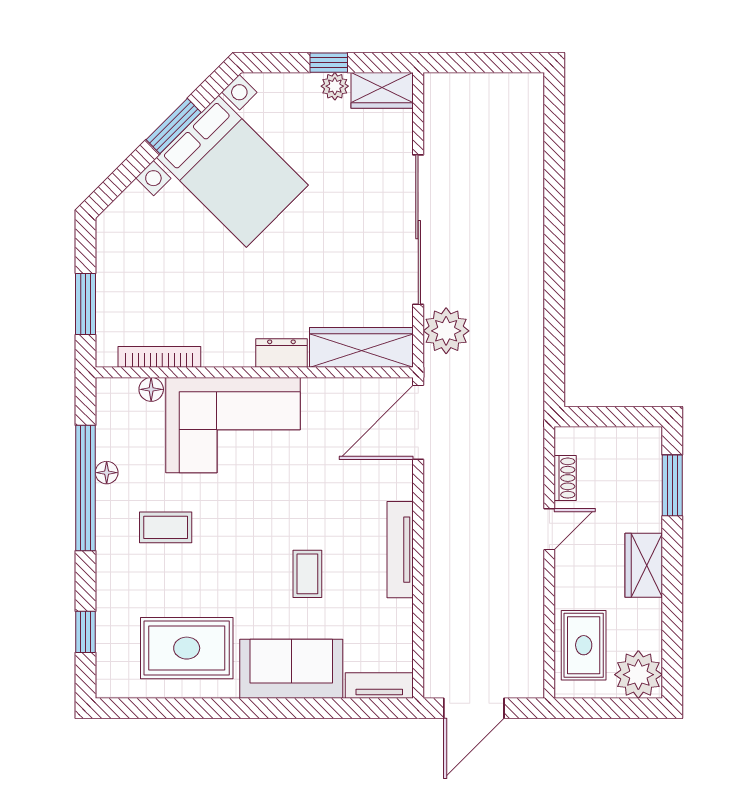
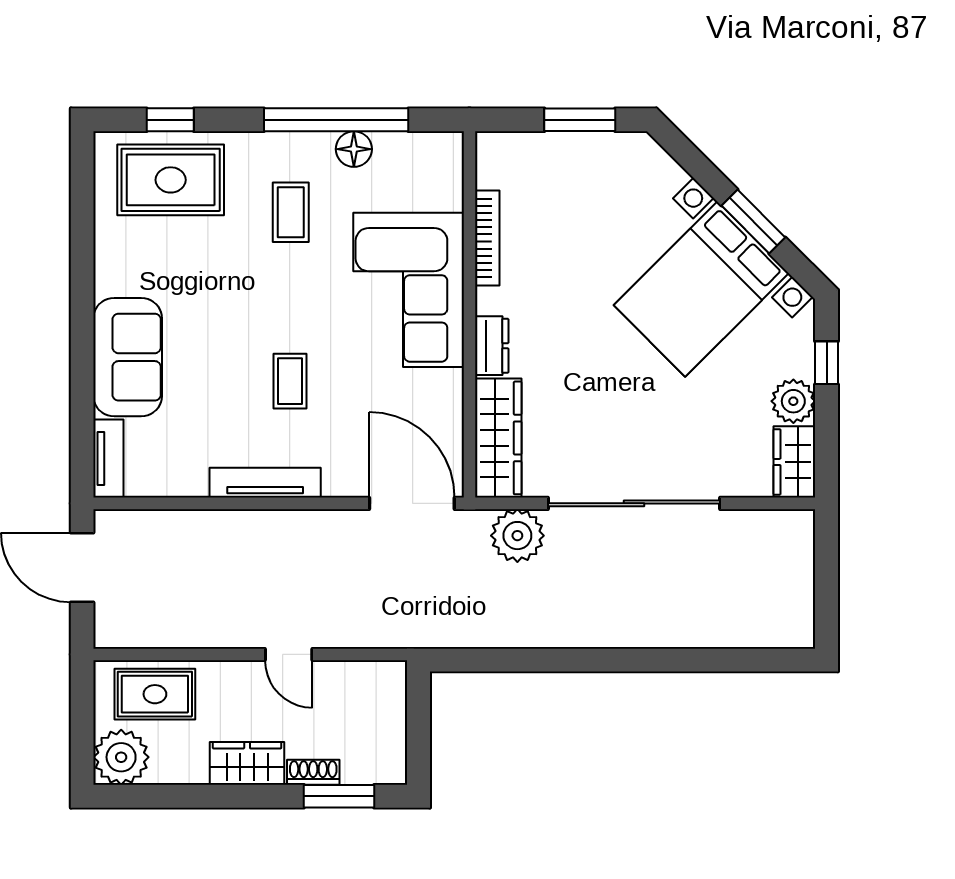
window: (329, 63) -> (827, 363), moved
plant: (335, 86) -> (793, 401), width x1.38, depth x1.38
window: (85, 304) -> (580, 120), moved
bookcase: (159, 357) -> (487, 238), moved
floor lamp: (151, 389) -> (450, 196), removed
floor lamp: (107, 473) -> (354, 149), width x1.37, depth x1.37
shoe rack: (565, 478) -> (313, 772), moved, turned 180
coffee table: (307, 574) -> (290, 381), moved, turned 90
rug: (187, 648) -> (171, 180), moved, turned 90

